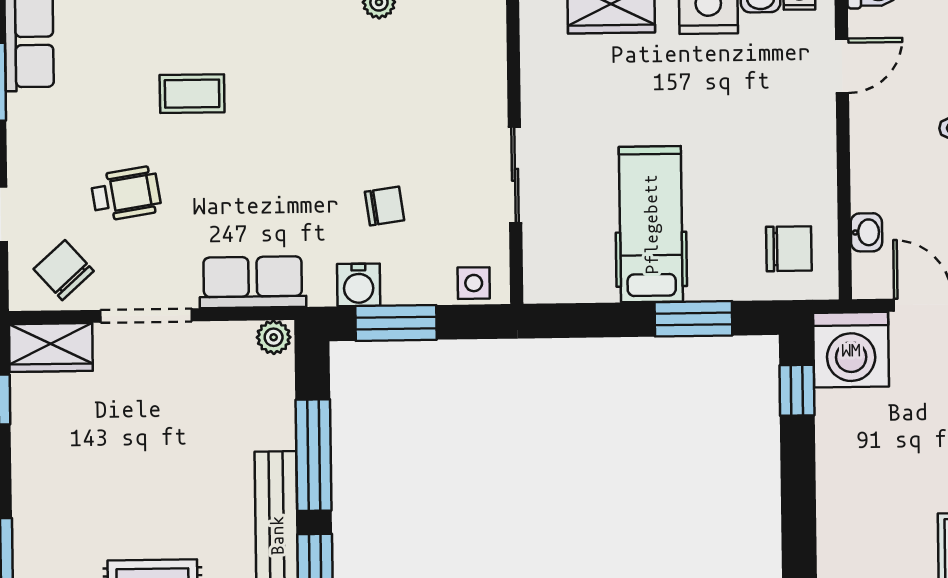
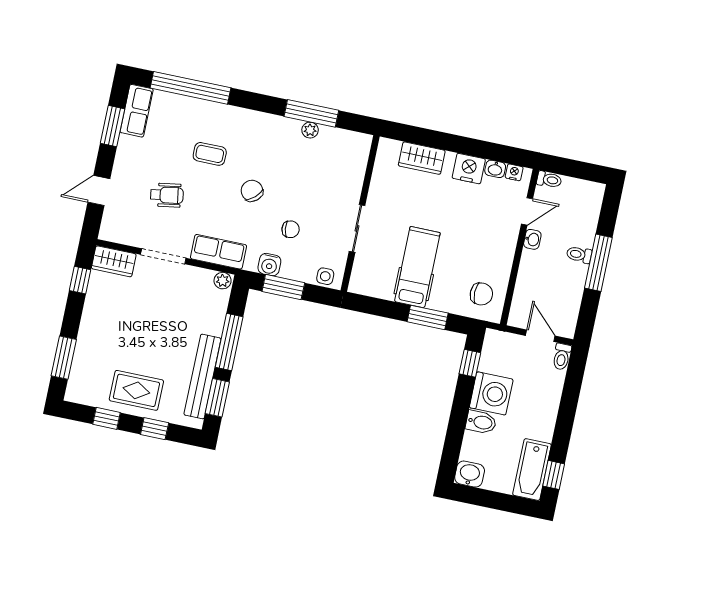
washbasin: (866, 232) -> (532, 239), moved
chair: (64, 270) -> (252, 191), moved
washing machine: (851, 350) -> (491, 393), moved, turned -90
bidet: (845, 501) -> (481, 422), added

